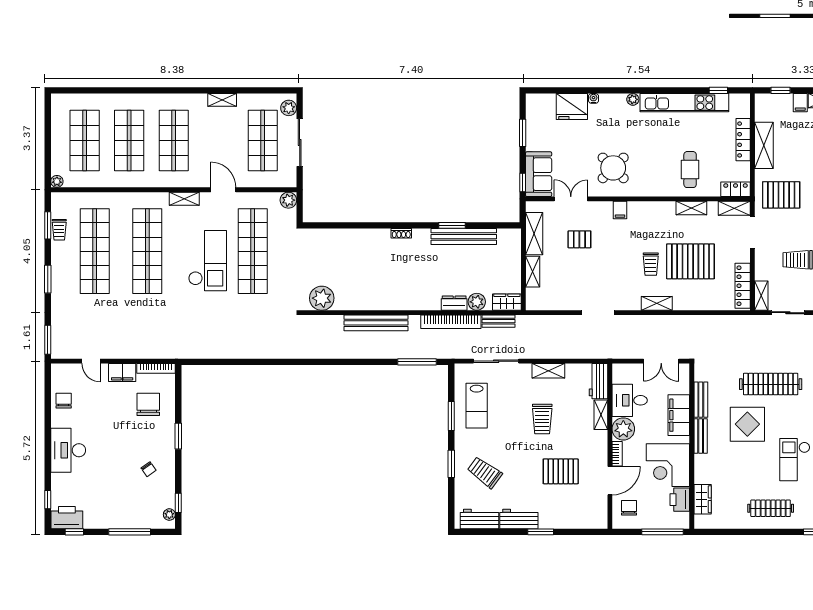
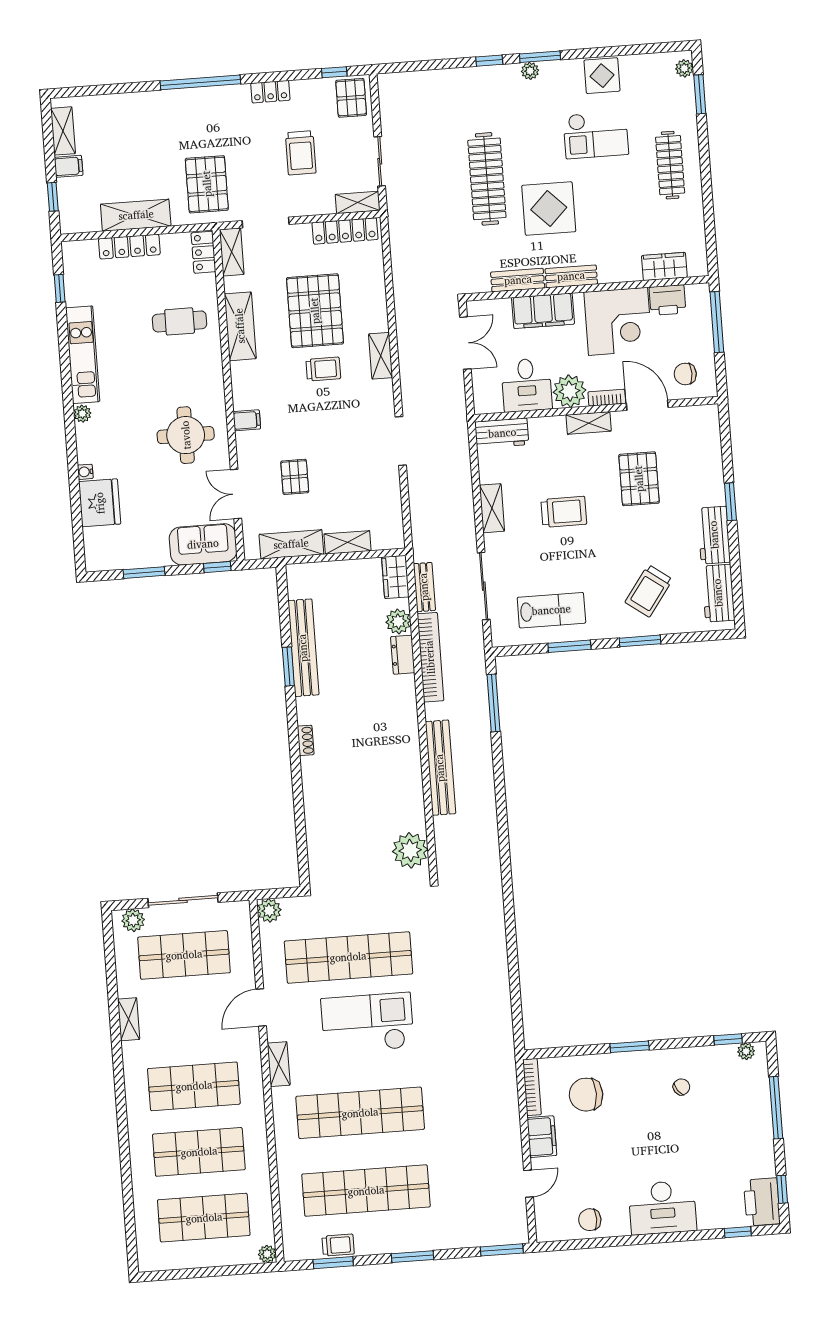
kitchen unit: (684, 103) -> (83, 355), width x0.73
round table: (613, 168) -> (186, 435), turned 45
shelving: (691, 208) -> (240, 326), width x1.50, depth x1.33
shelving: (601, 415) -> (589, 423), moved

